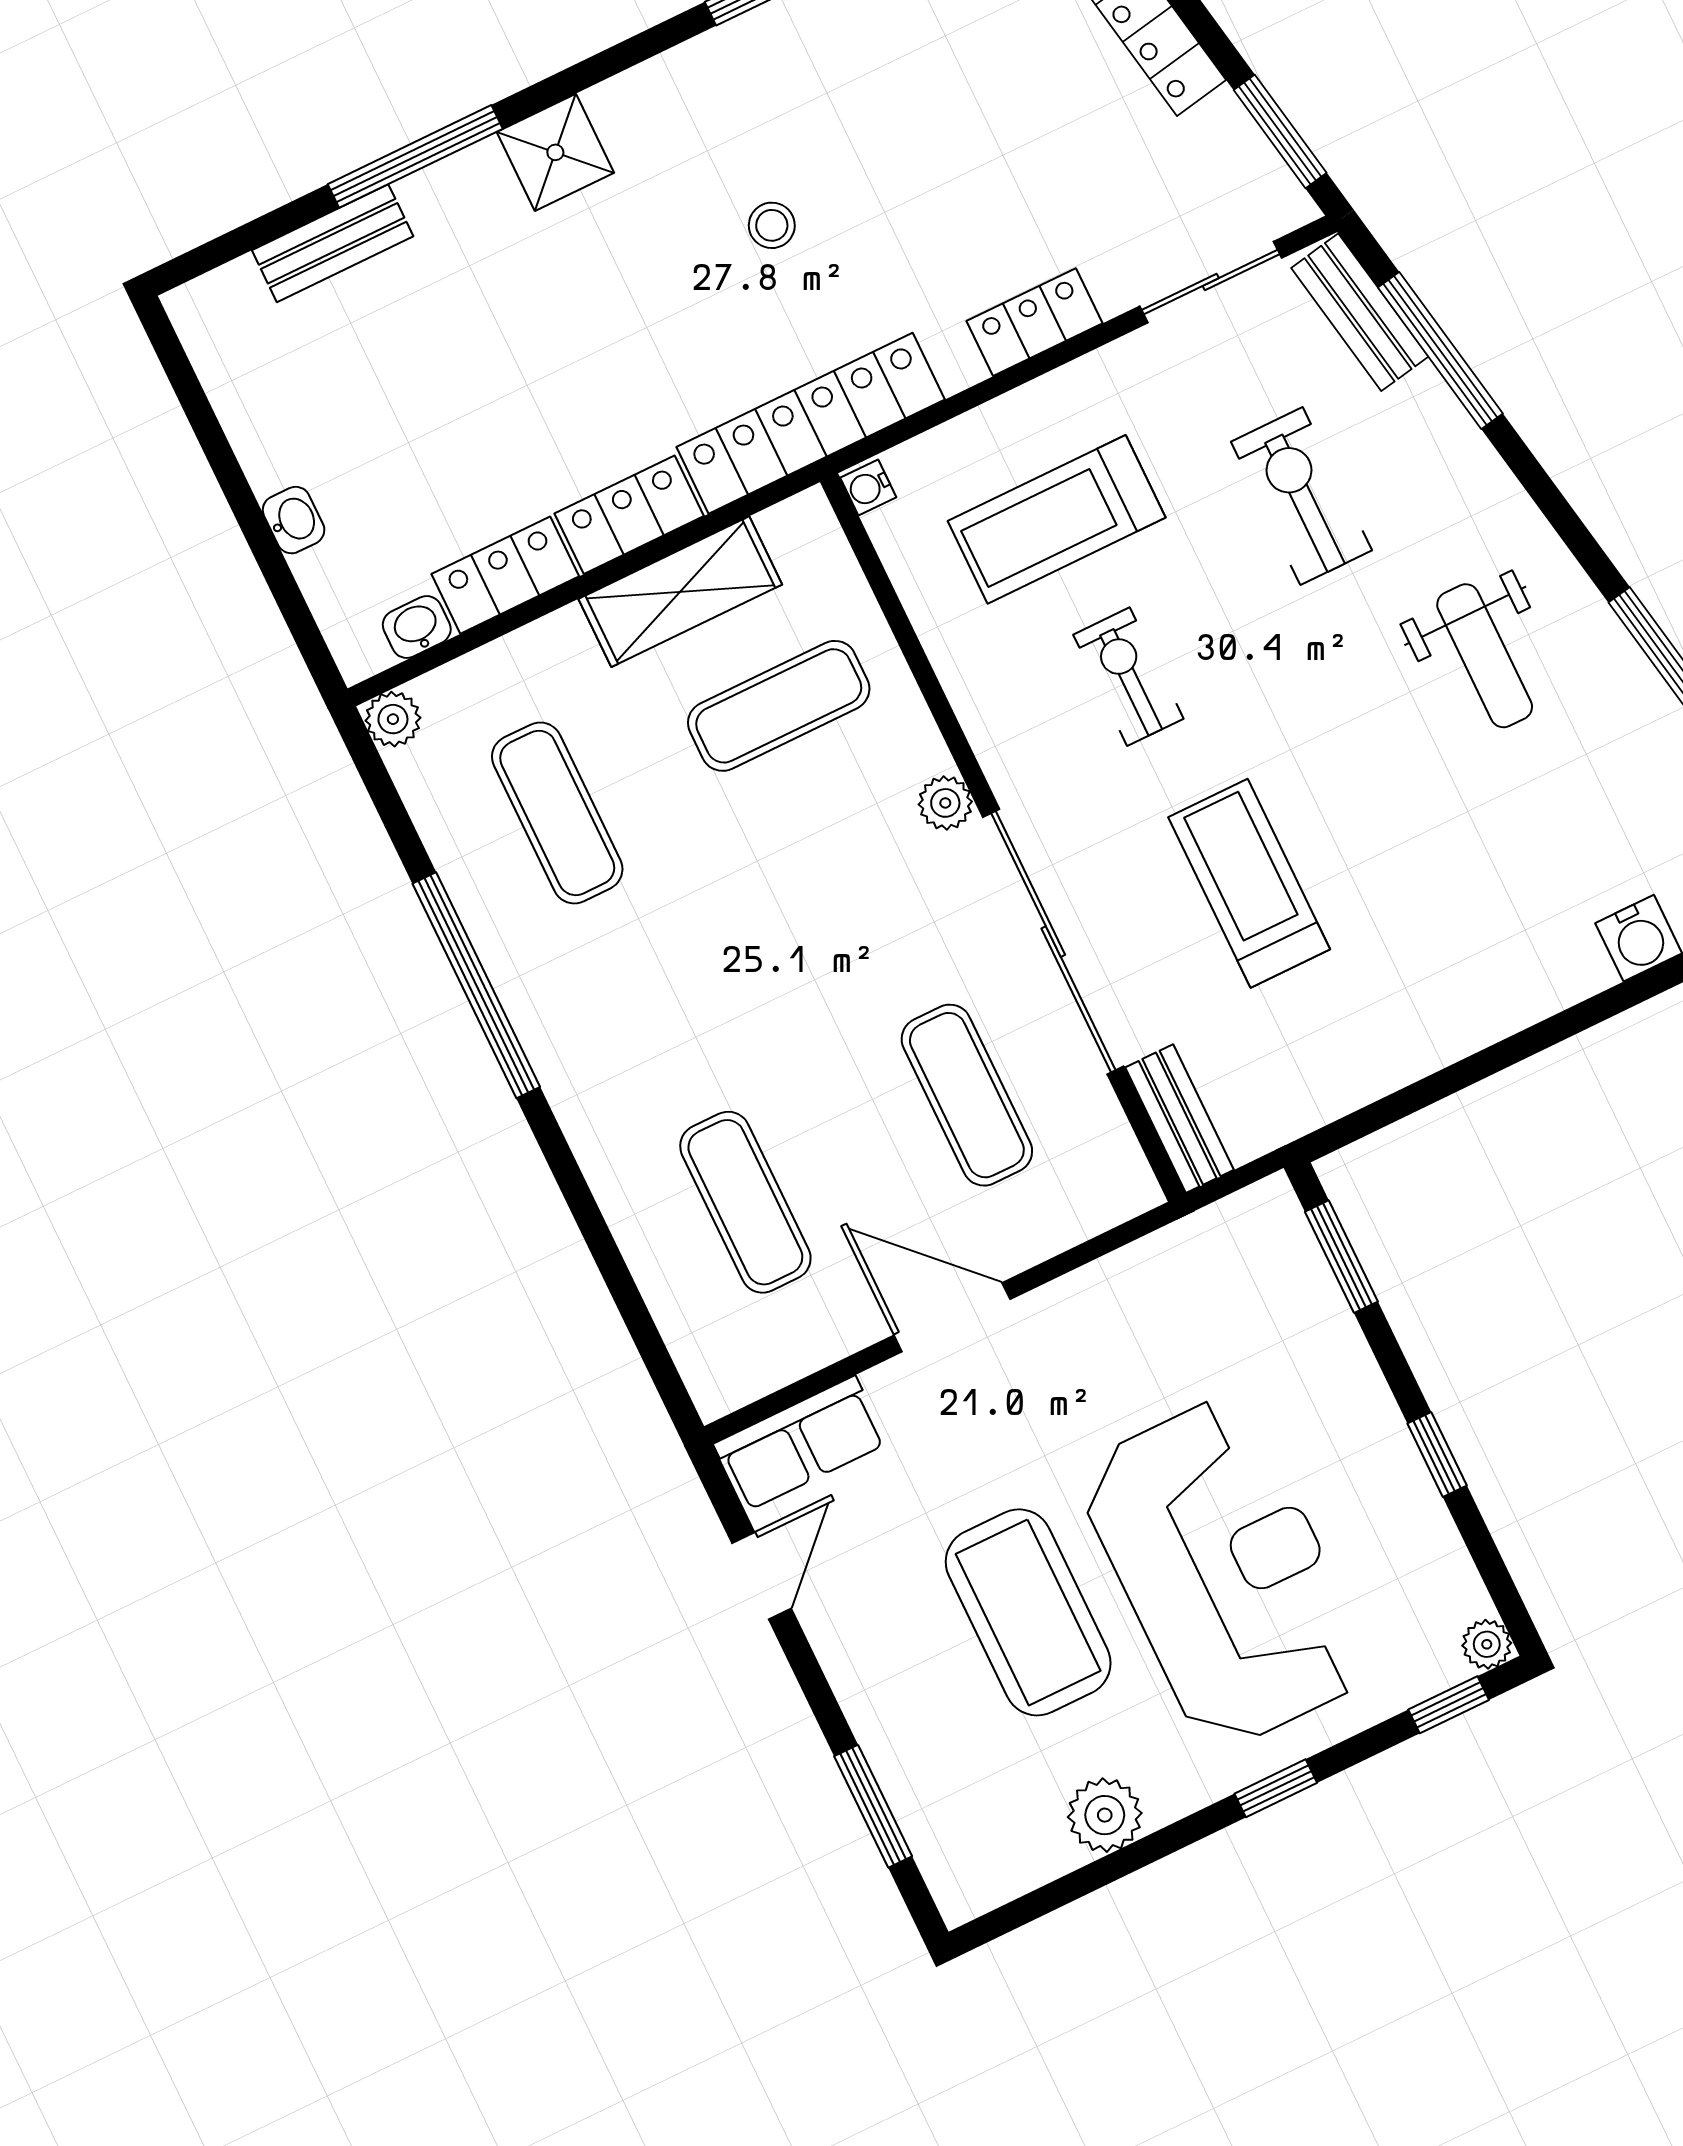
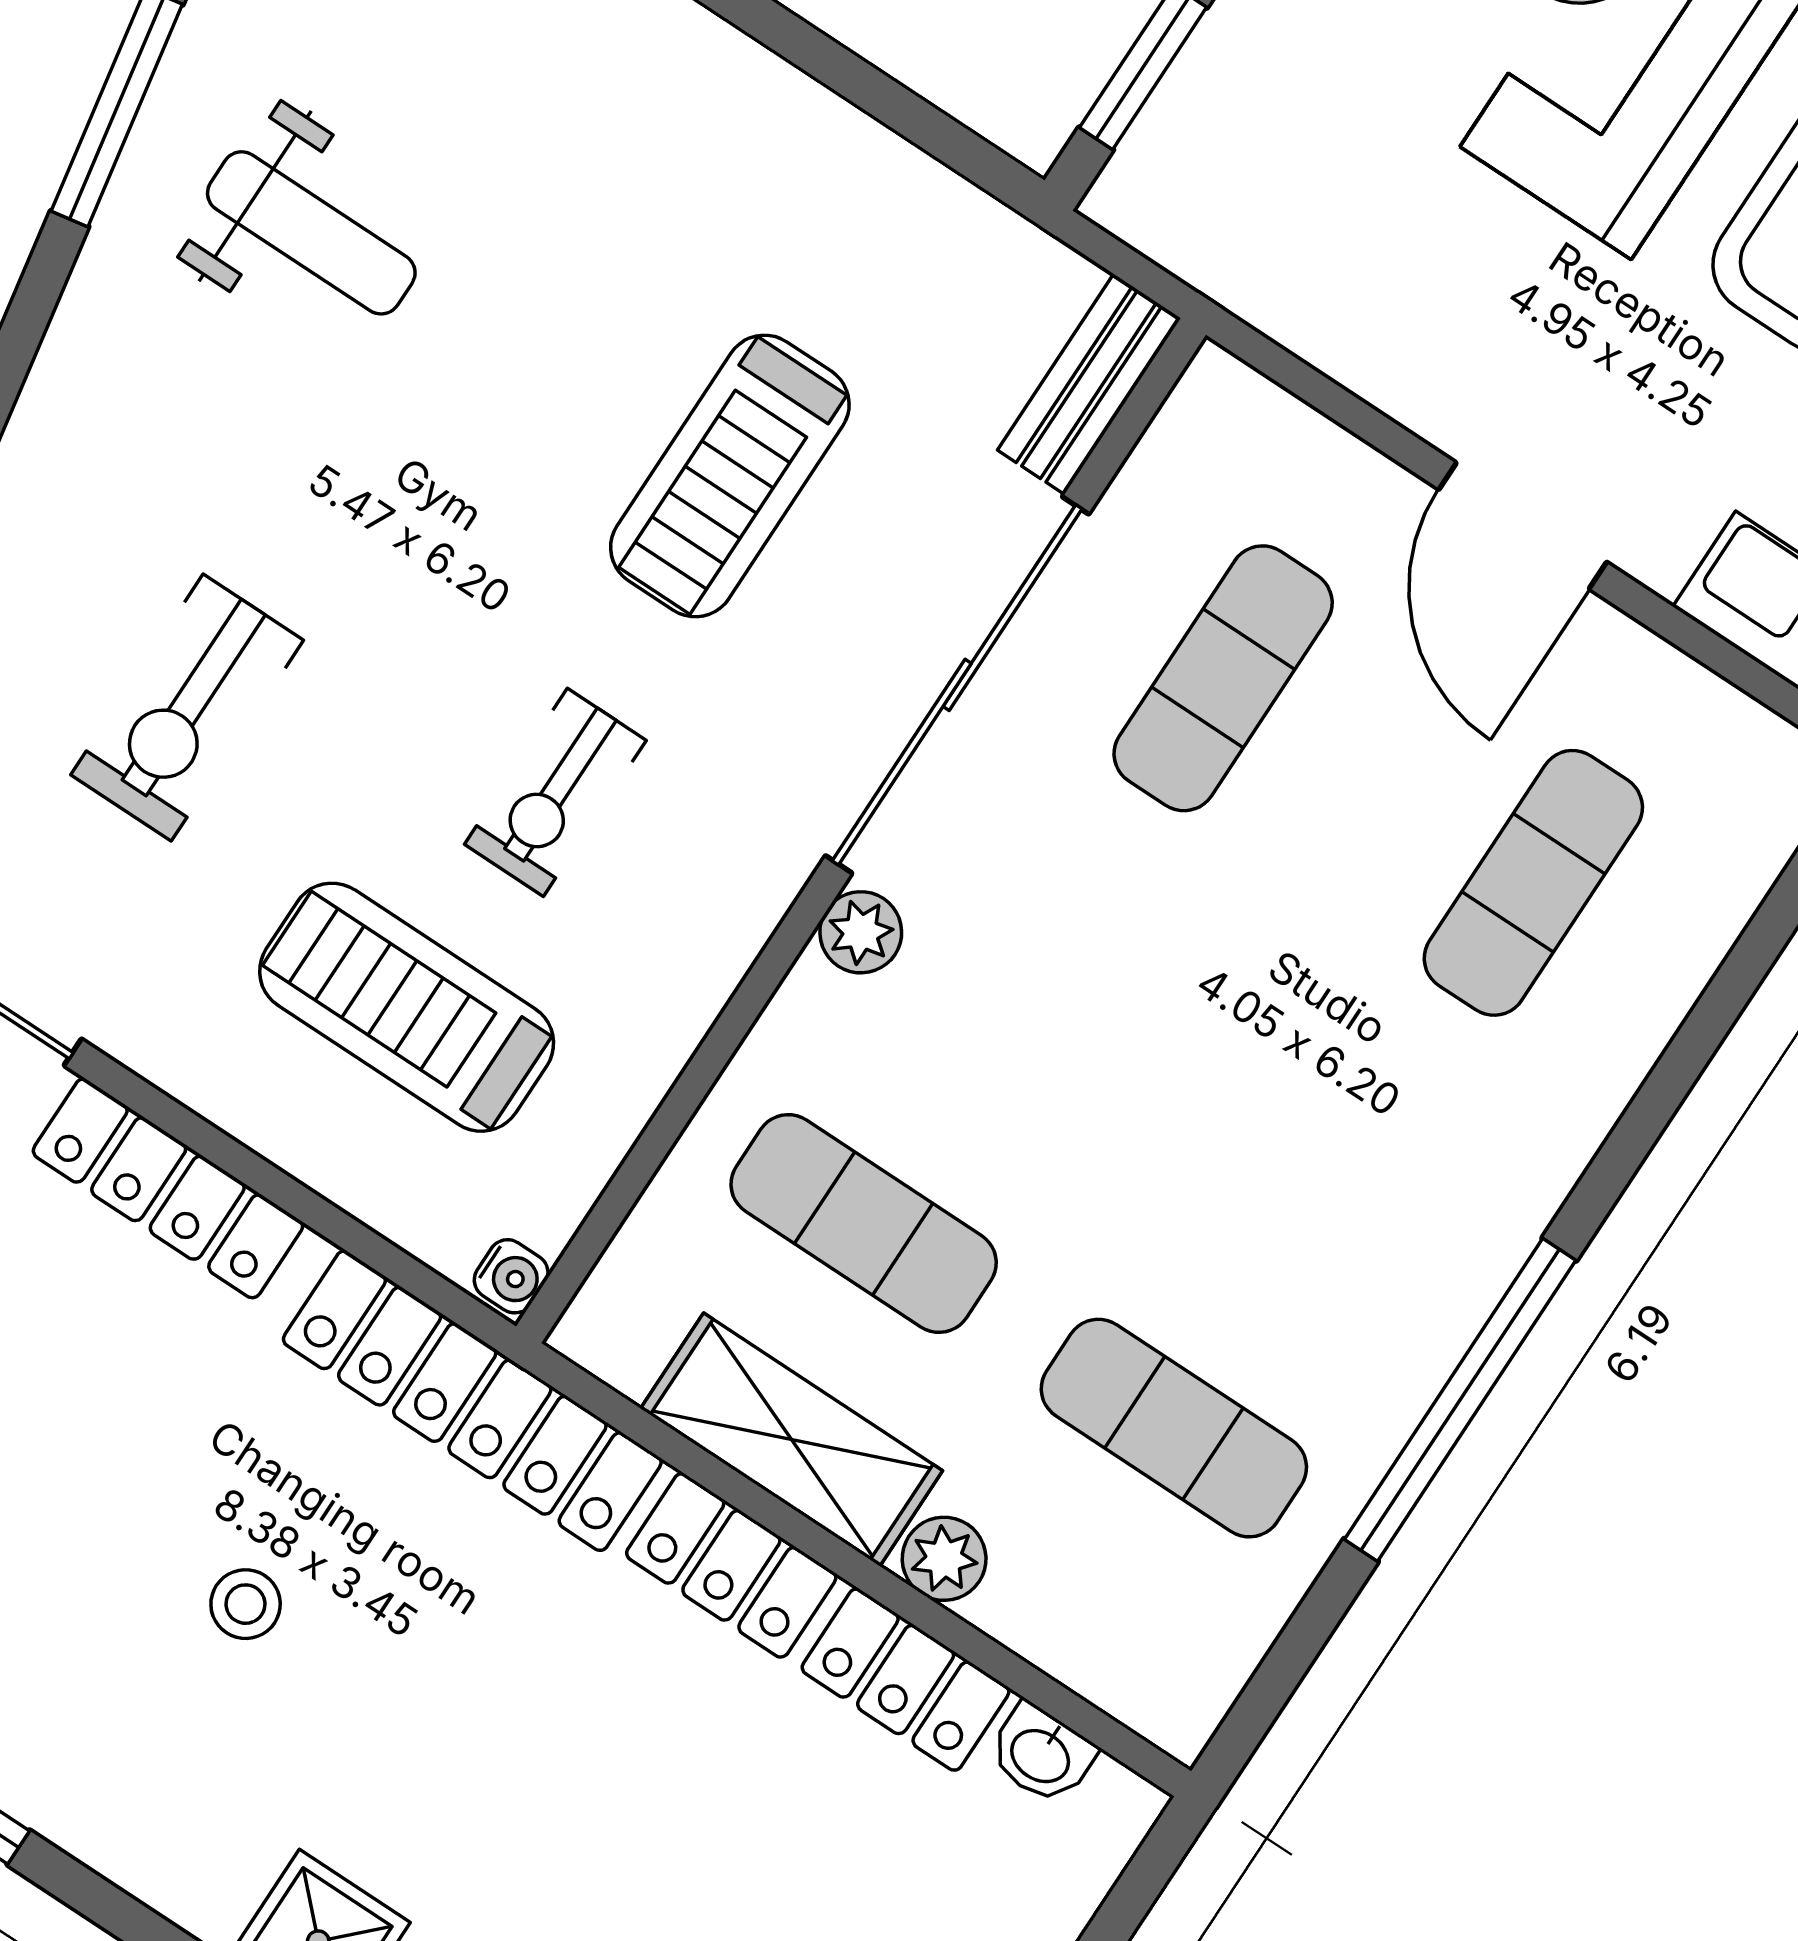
locker: (1035, 322) -> (168, 1188), width x1.53
treadmill: (1057, 519) -> (407, 1007), turned 180
weight bench: (1485, 656) -> (311, 233), moved, turned 90
plant: (393, 719) -> (944, 1559), moved
exercise mat: (557, 813) -> (1174, 1428), turned 90

